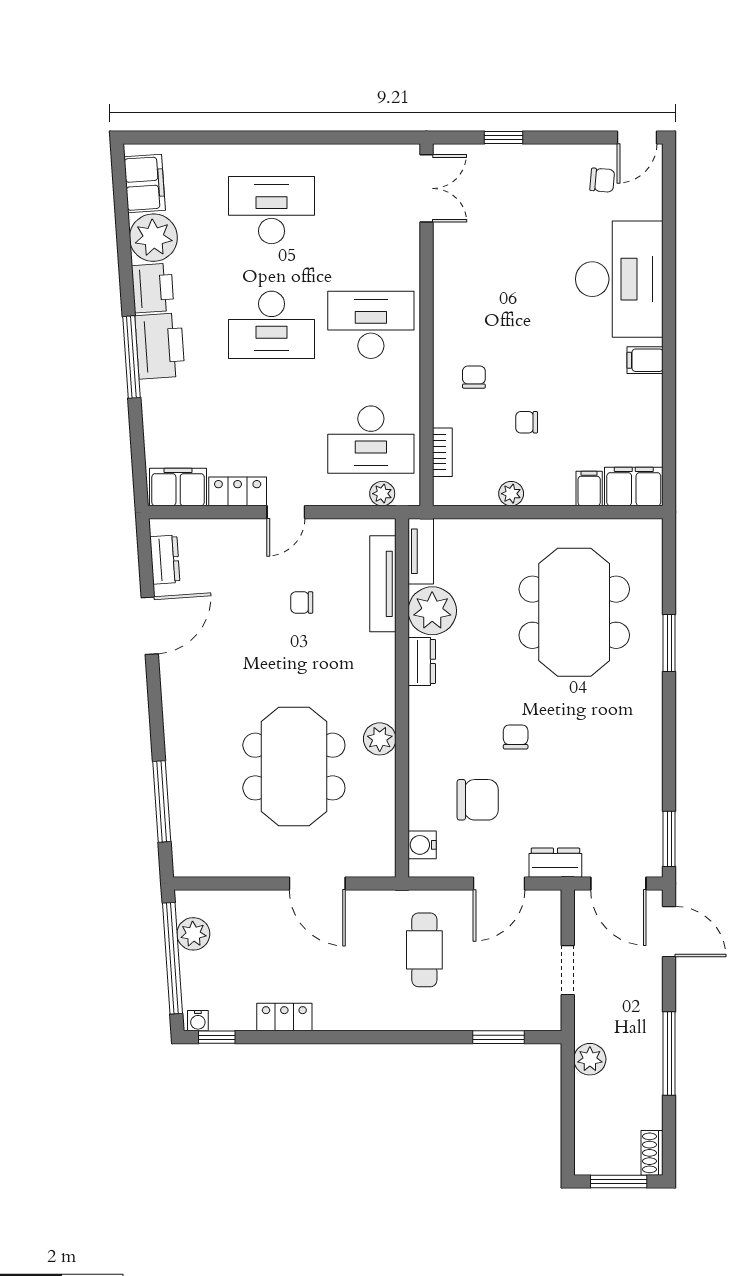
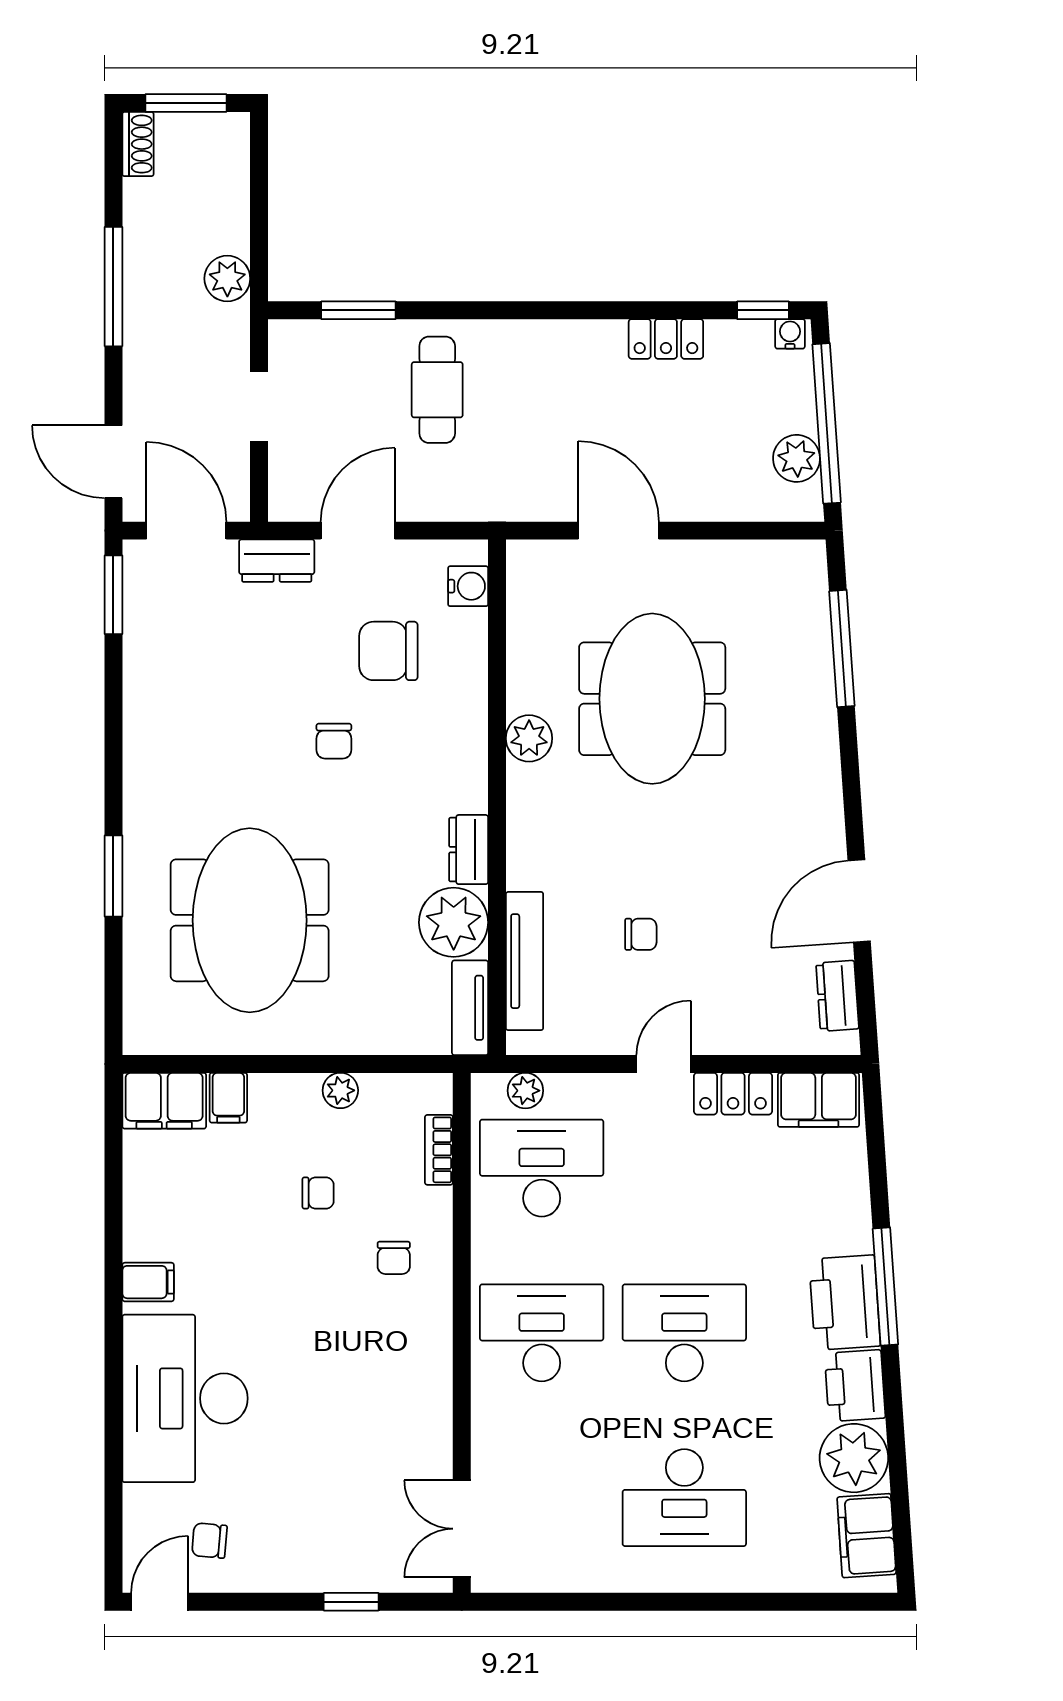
desk: (371, 325) -> (542, 1333), turned 180
cafe table: (424, 950) -> (437, 390), moved

